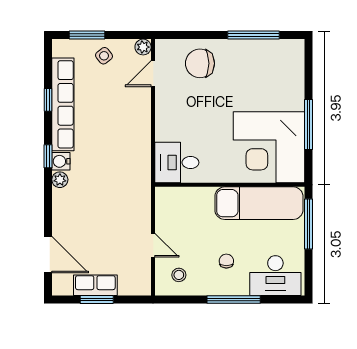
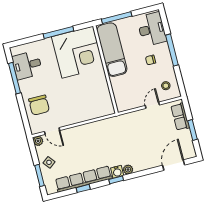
desk: (177, 163) -> (27, 65), moved, turned 90
row of seats: (95, 285) -> (180, 117), moved

